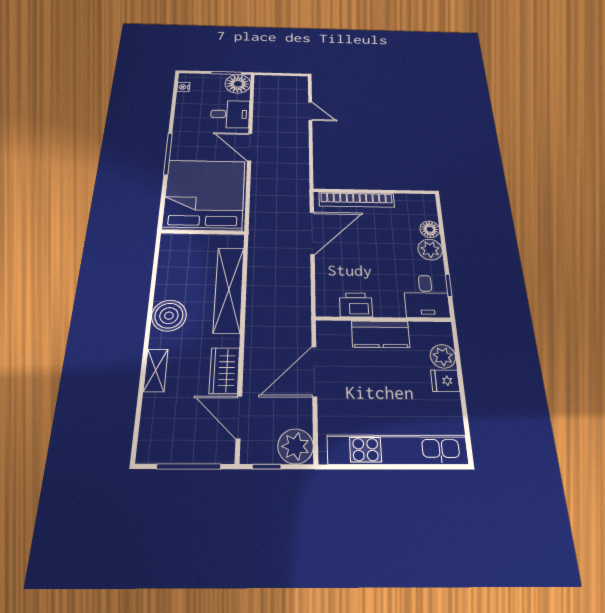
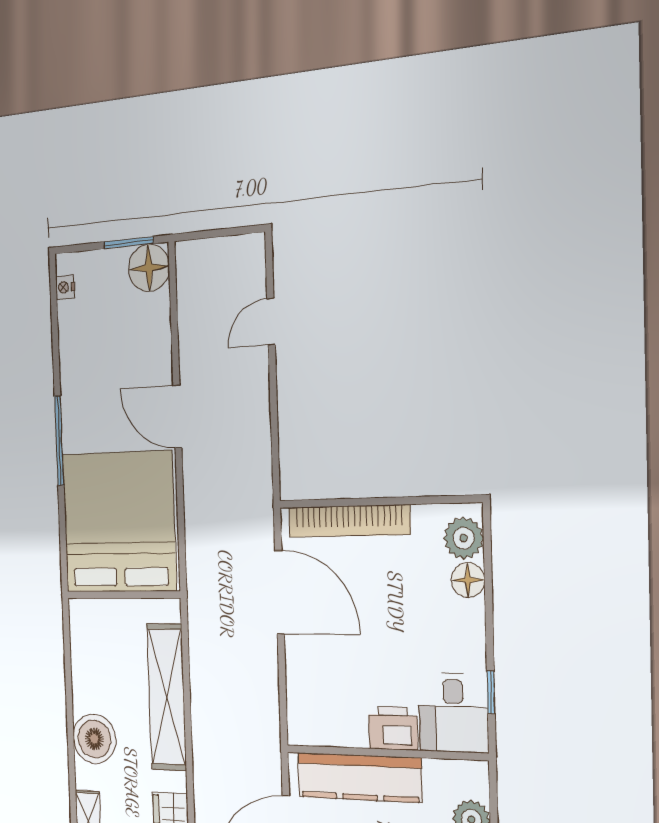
door: (310, 111) -> (271, 322), swing flipped
desk: (230, 114) -> (142, 344), removed
door: (312, 233) -> (279, 592), hinge flipped
plant: (430, 250) -> (464, 538), moved
printer: (356, 305) -> (393, 728), moved
kitchen counter: (380, 334) -> (359, 777), width x1.50

